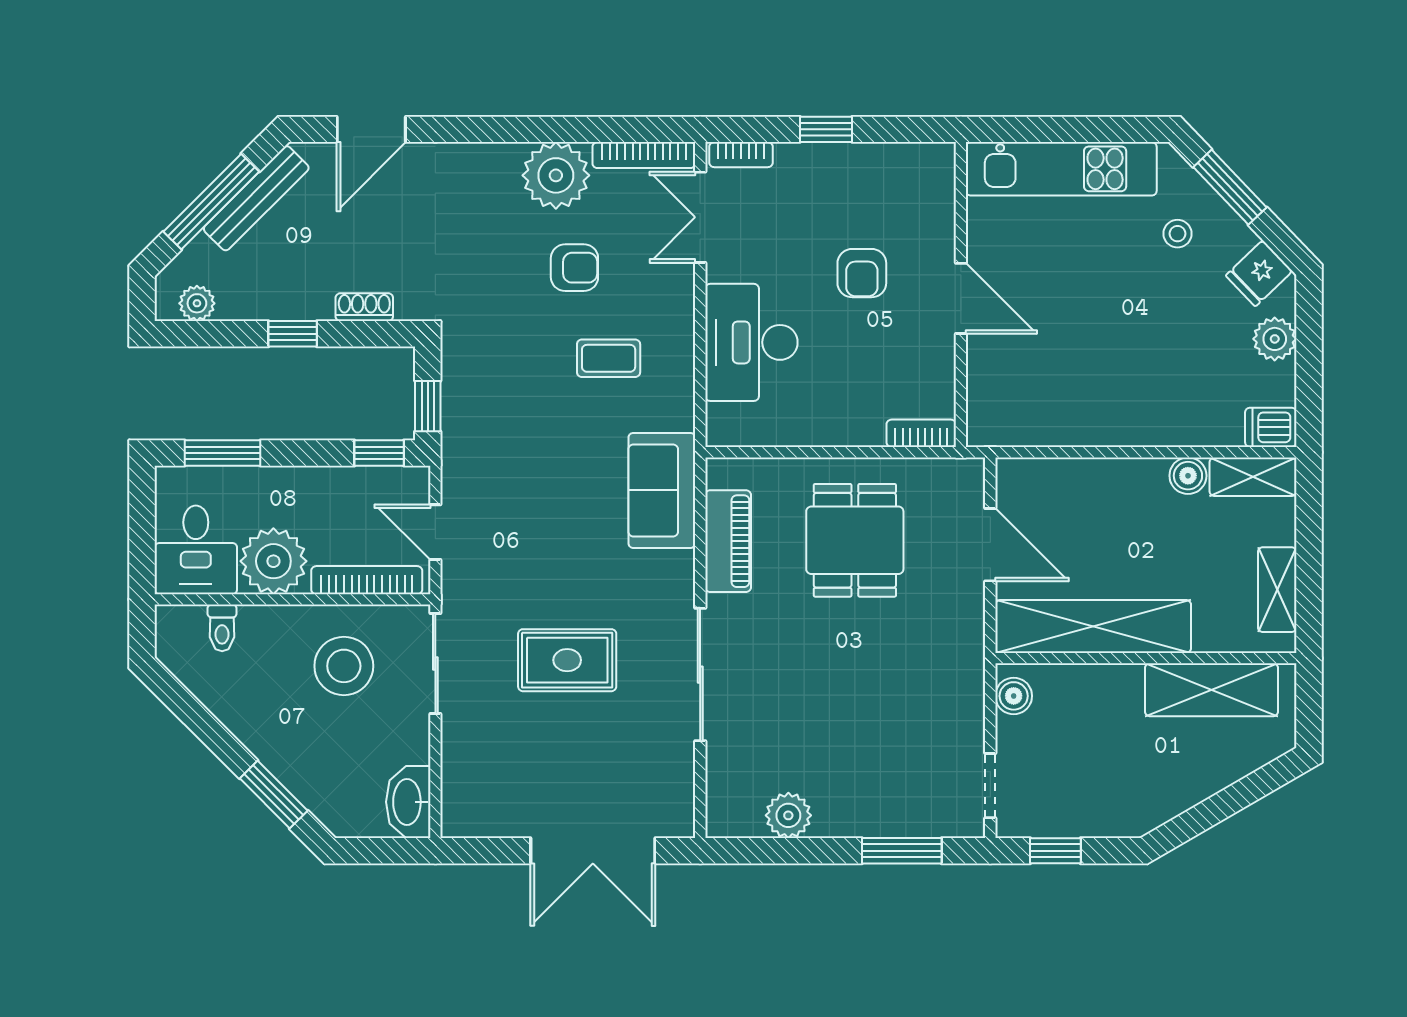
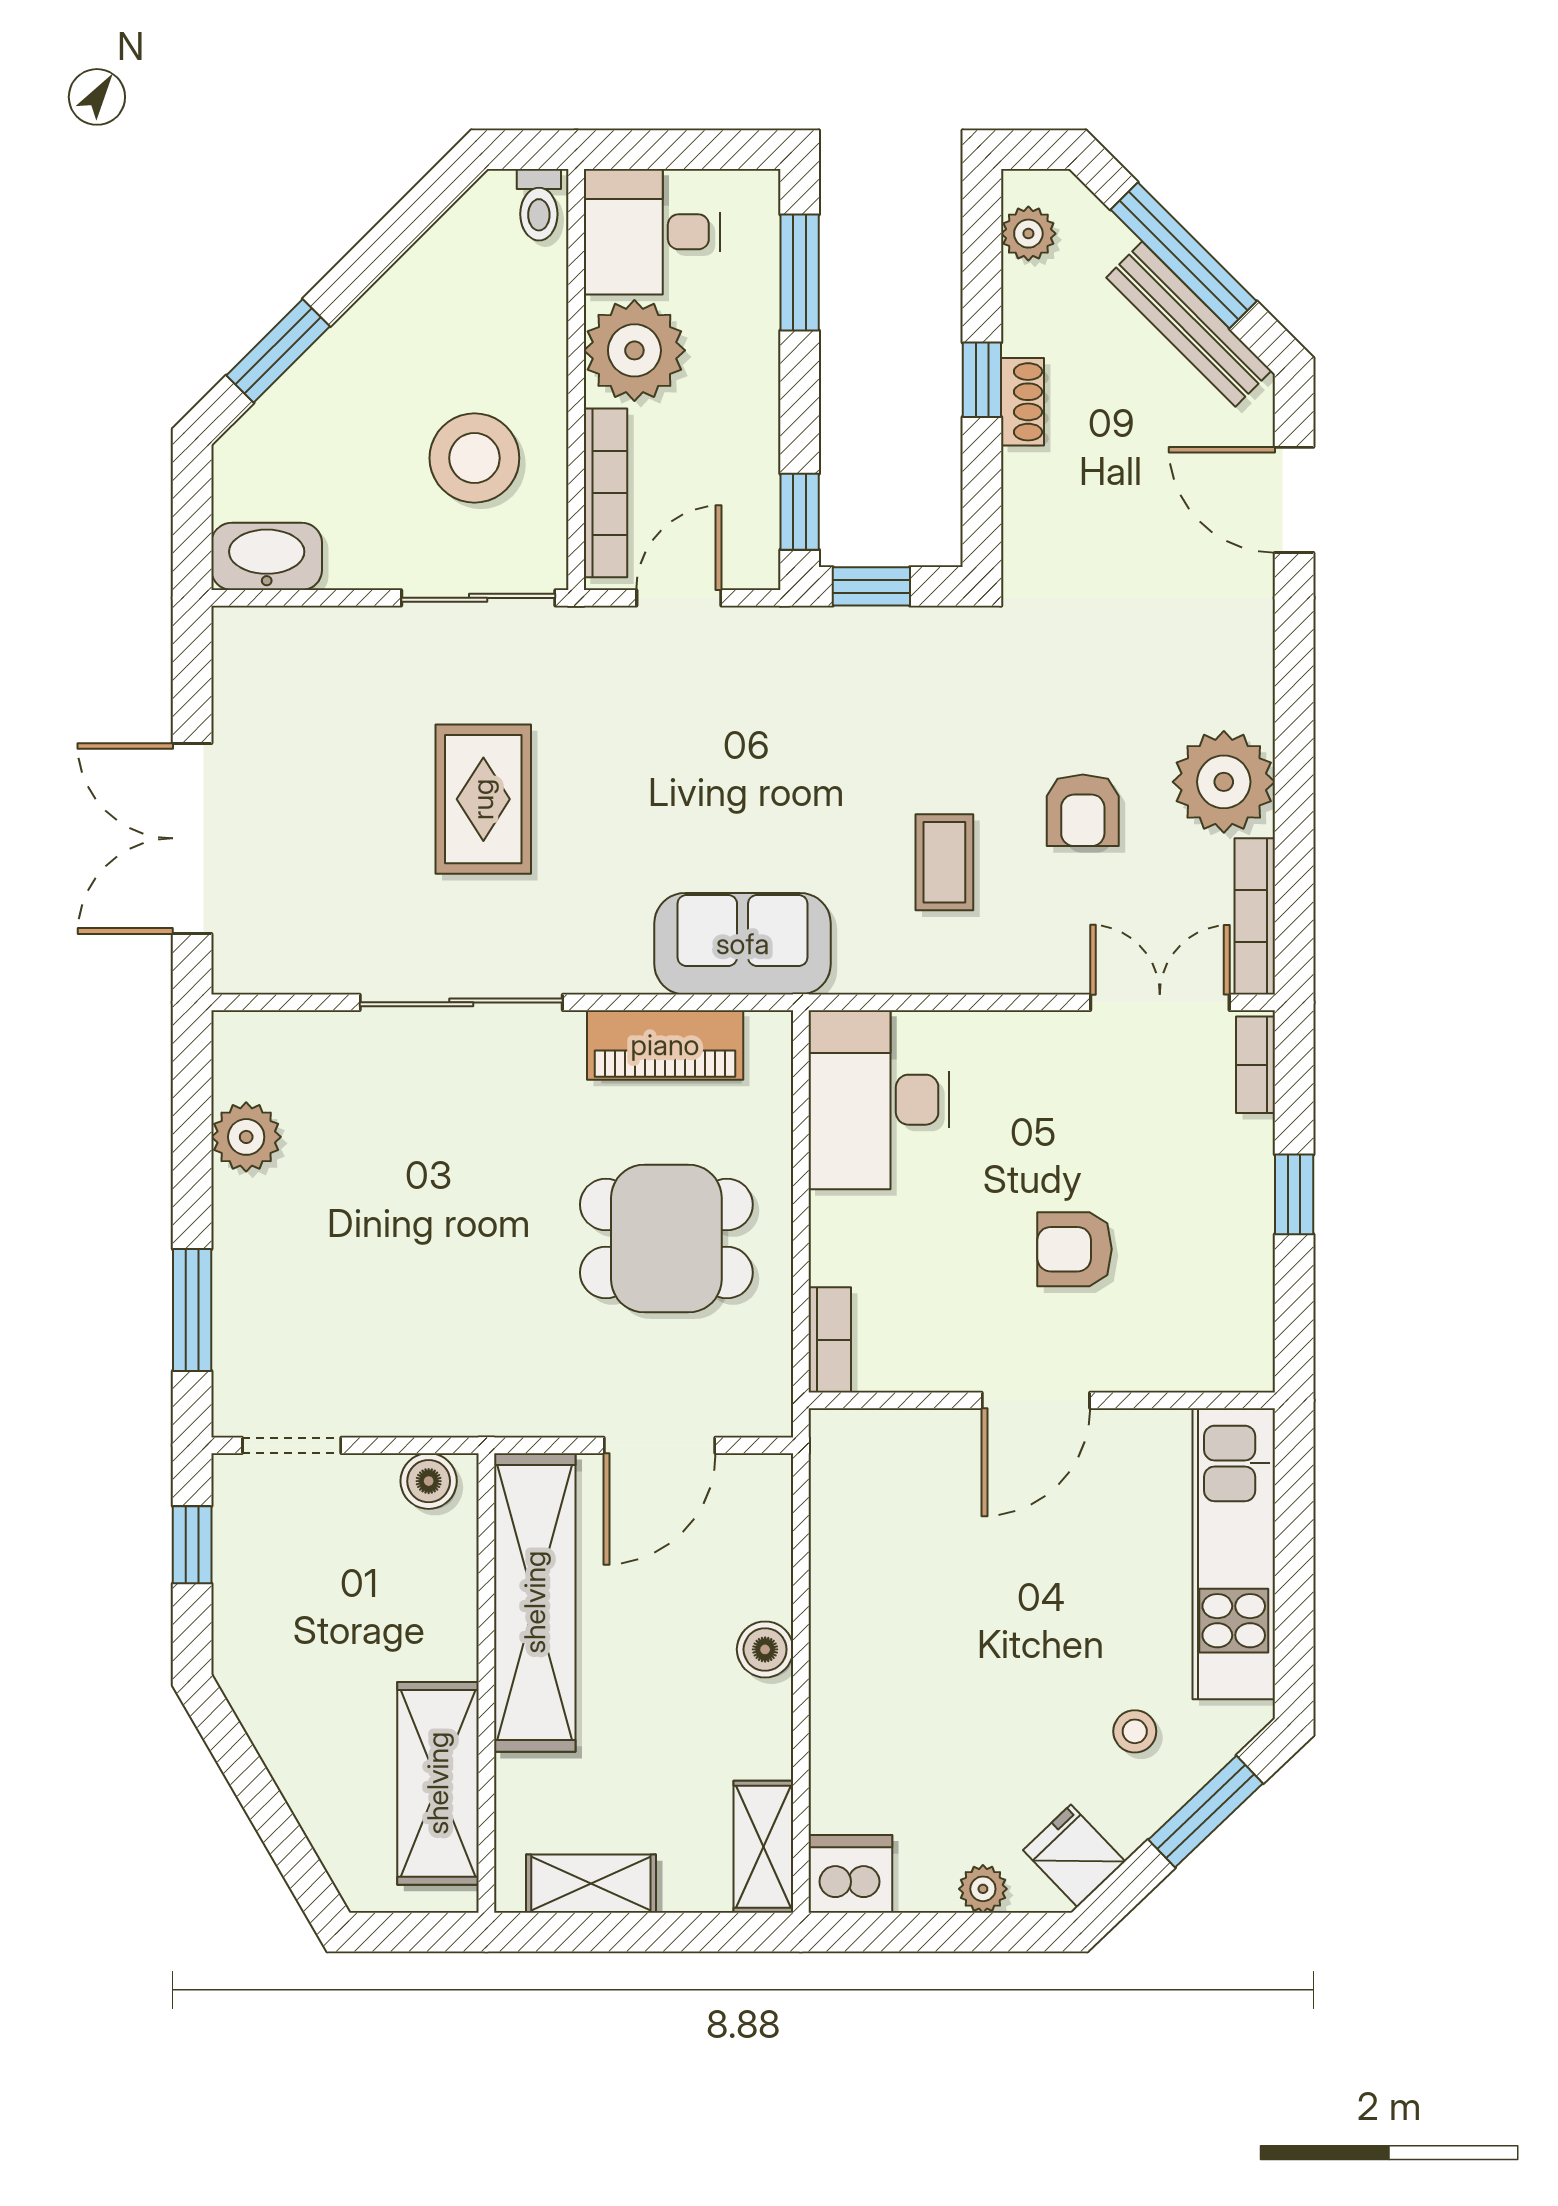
shoe rack: (364, 307) -> (1023, 402), moved
plant: (1275, 339) -> (983, 1889), width x0.73, depth x0.73
desk: (751, 342) -> (879, 1100), moved, turned -90
dishwasher: (1271, 427) -> (850, 1874), width x1.38
boiler: (1188, 476) -> (765, 1649), moved
toilet: (222, 628) -> (539, 205), moved, turned -90

